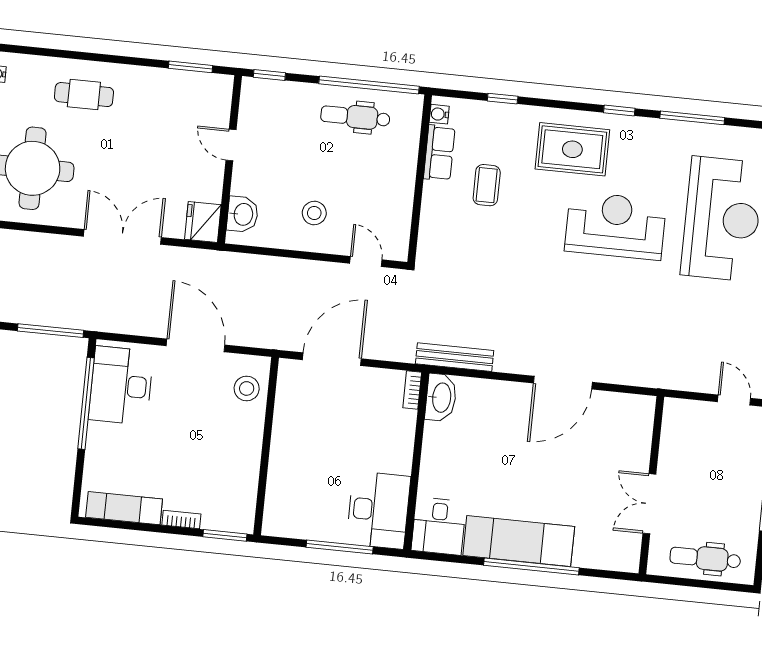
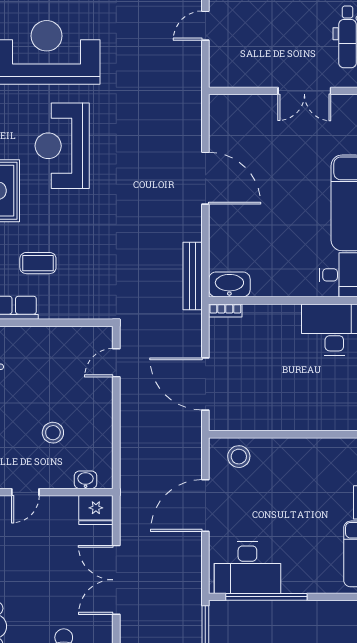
stool: (314, 213) -> (53, 433), moved
washbasin: (243, 214) -> (86, 480), width x0.72, depth x0.69

